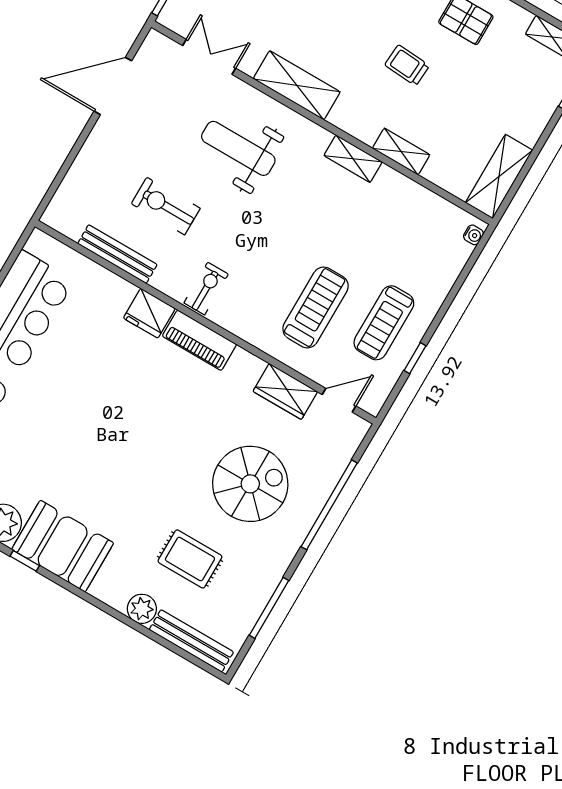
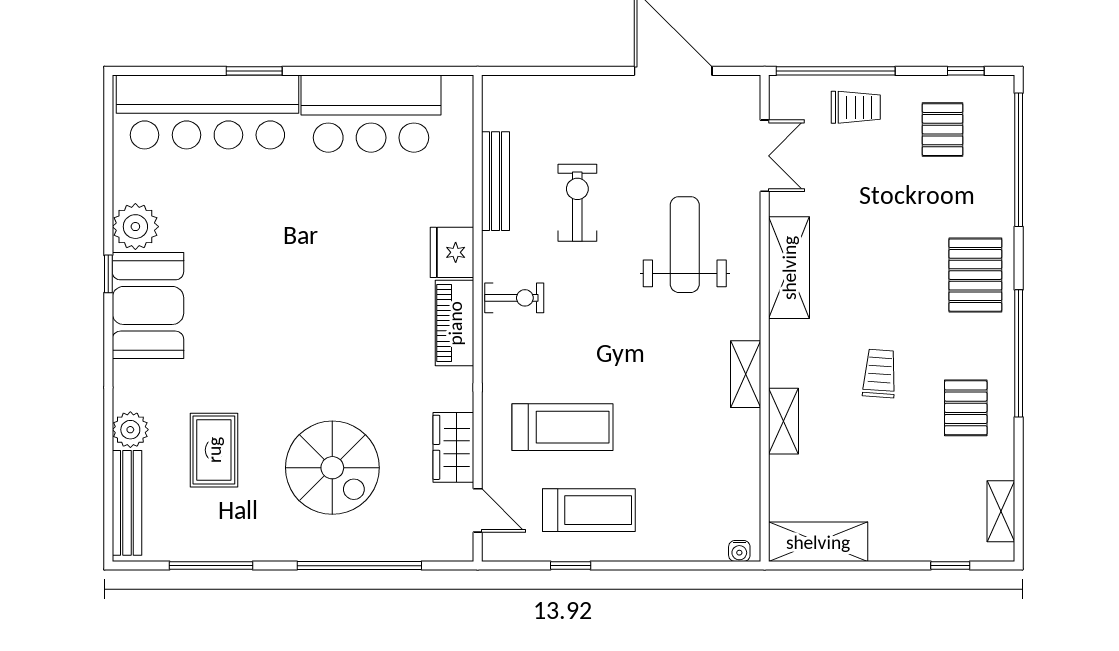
treadmill: (384, 323) -> (589, 510), turned 180

